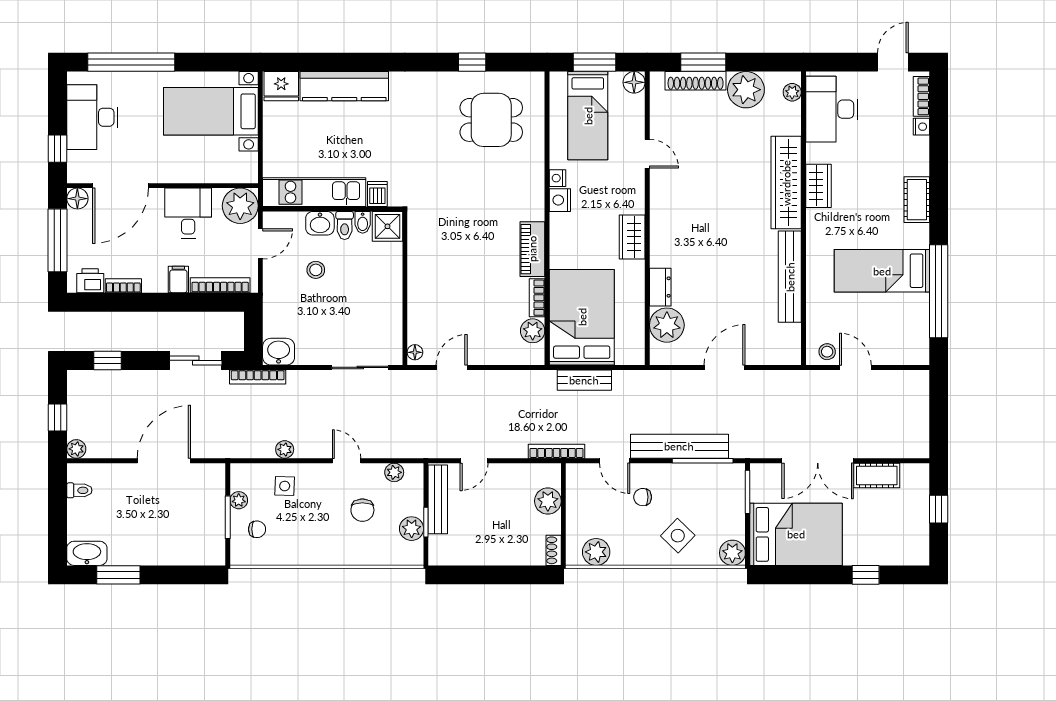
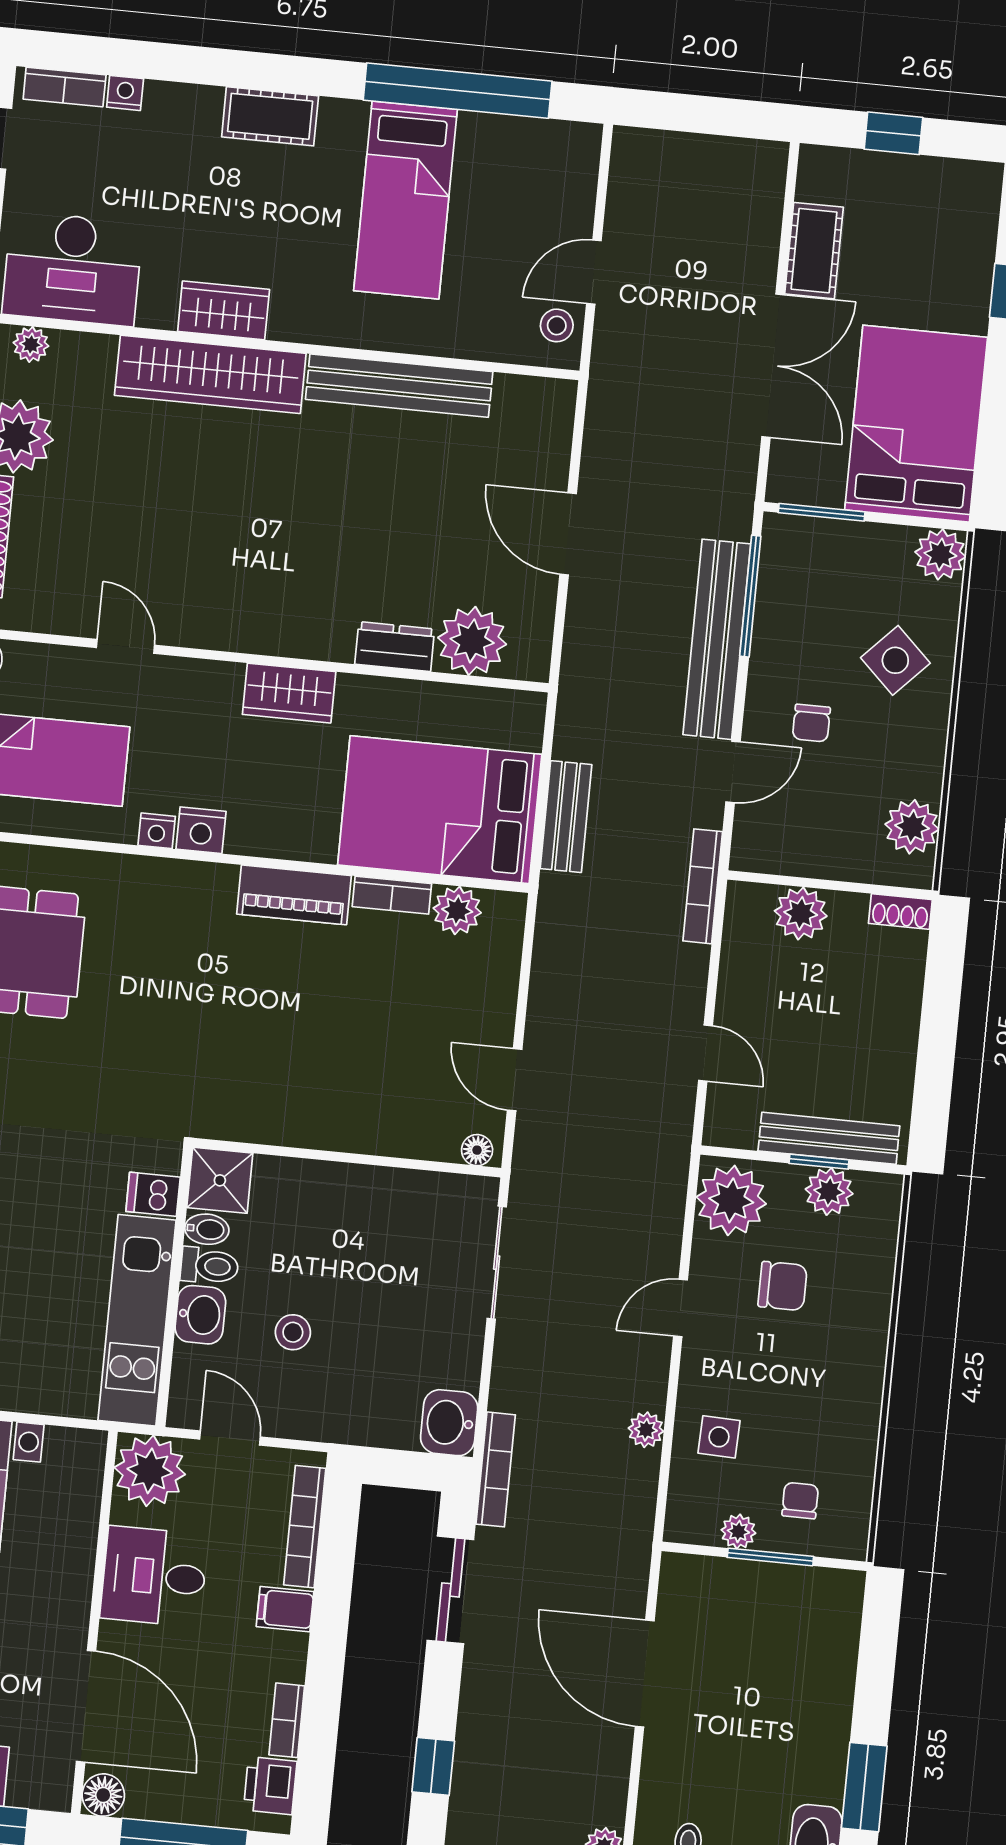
door: (647, 154) -> (125, 646), hinge flipped
plant: (394, 472) -> (731, 1200), width x1.88, depth x1.88
bench: (438, 499) -> (829, 1138), moved

